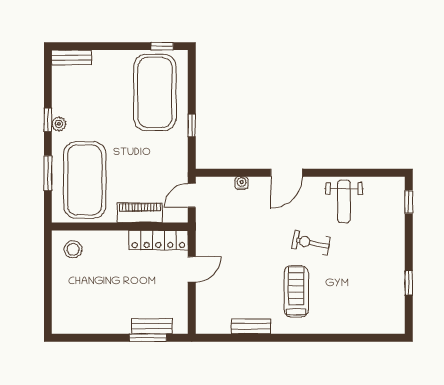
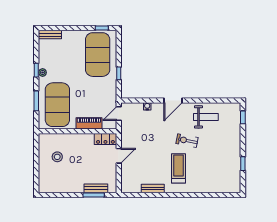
weight bench: (344, 201) -> (206, 117), turned -90
locker: (158, 240) -> (105, 139), width x0.66
stool: (73, 249) -> (57, 157), moved

